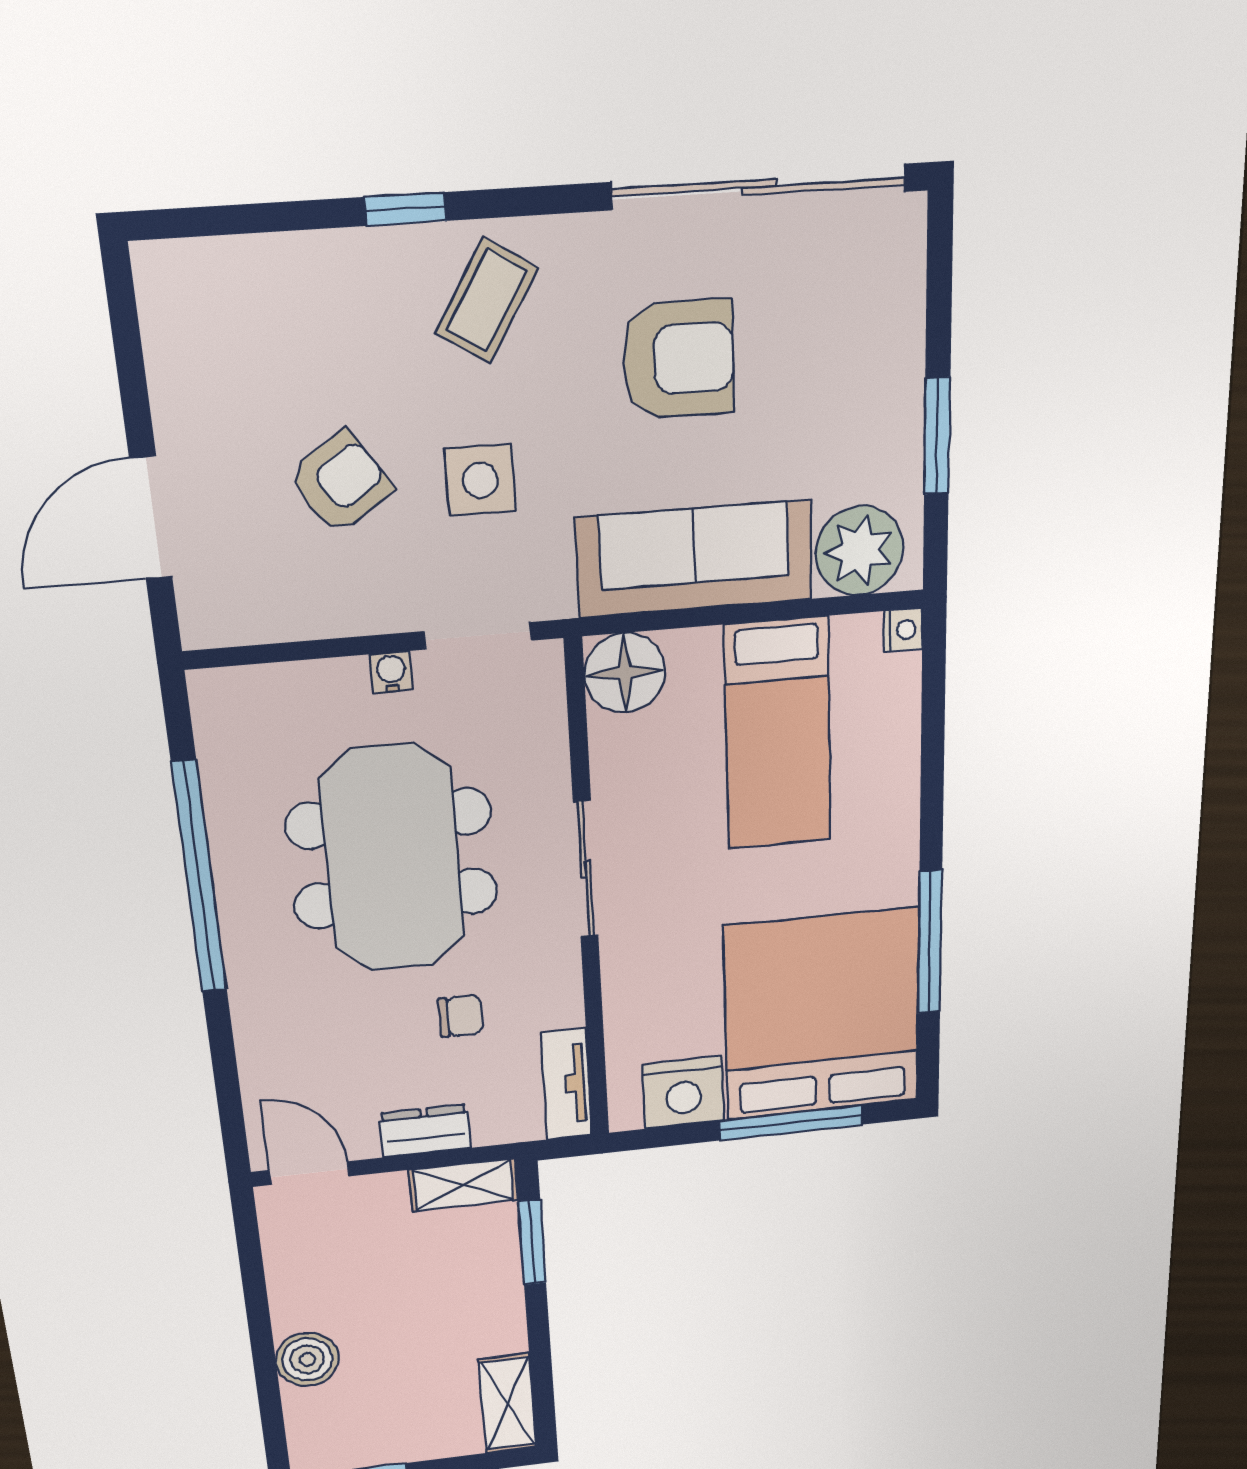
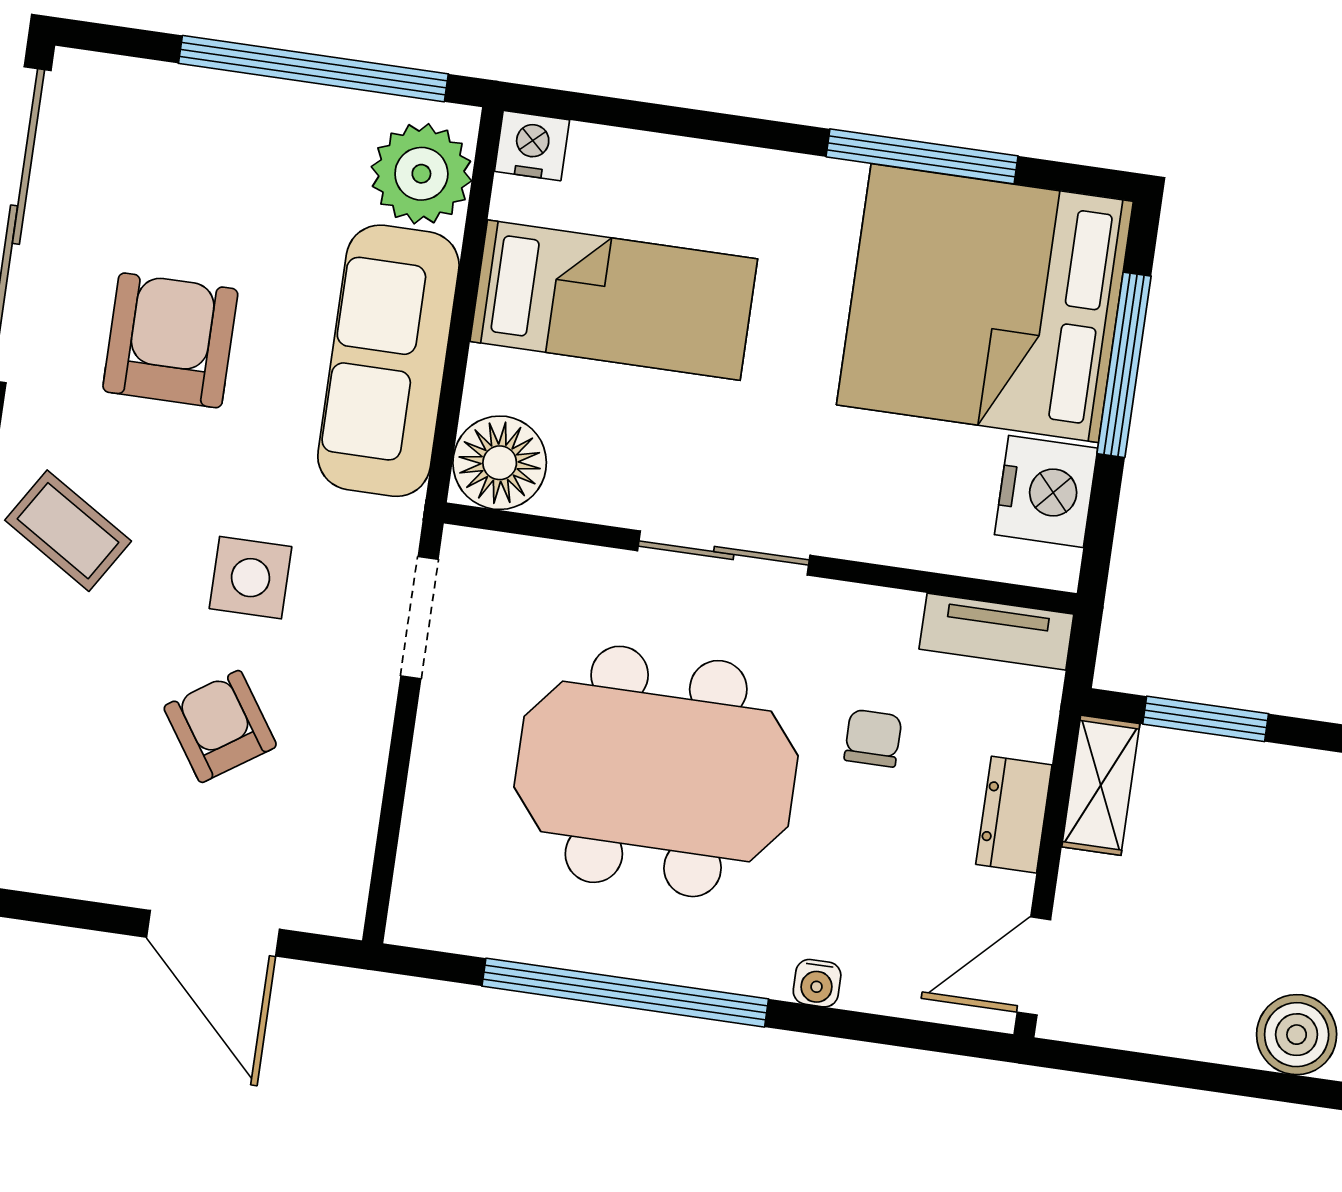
window: (937, 436) -> (313, 69), width x2.11
nightstand: (903, 630) -> (532, 146), width x1.39, depth x1.35
water cooler: (391, 672) -> (817, 983), moved, turned -90

